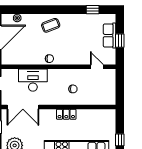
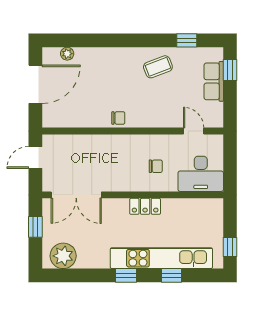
coffee table: (51, 25) -> (158, 67), moved
window: (120, 41) -> (230, 70), moved
desk: (33, 80) -> (201, 174), moved, turned 180

